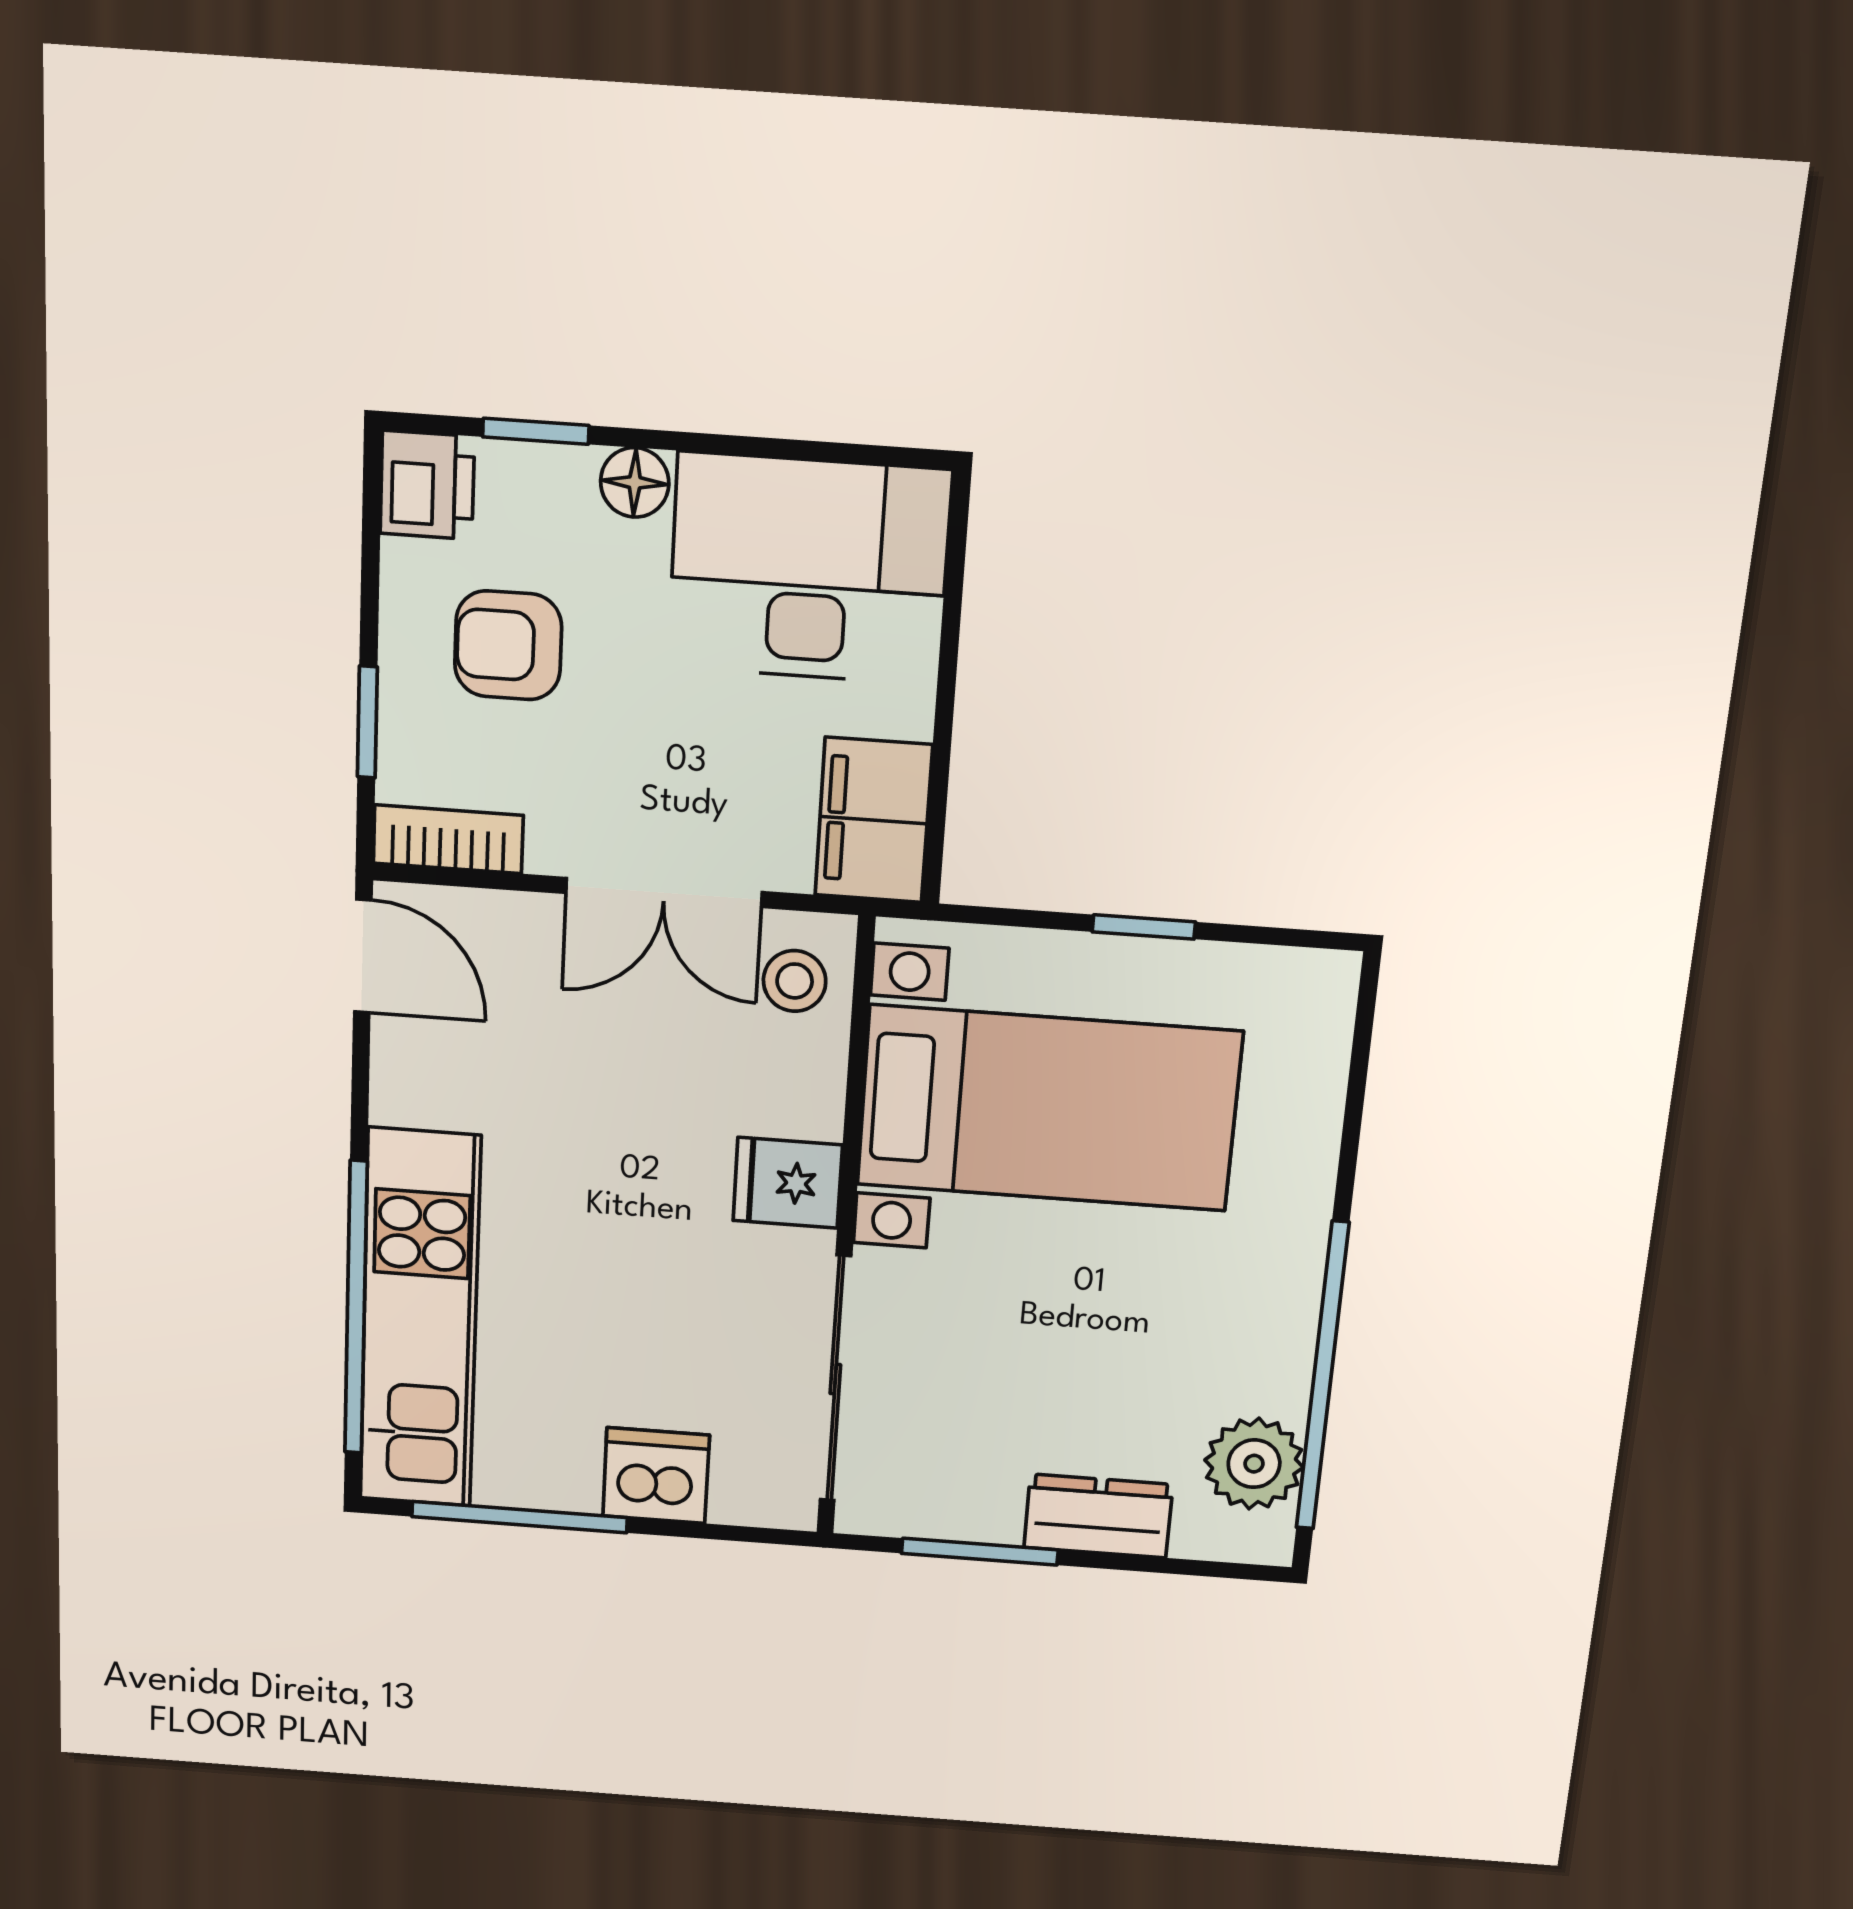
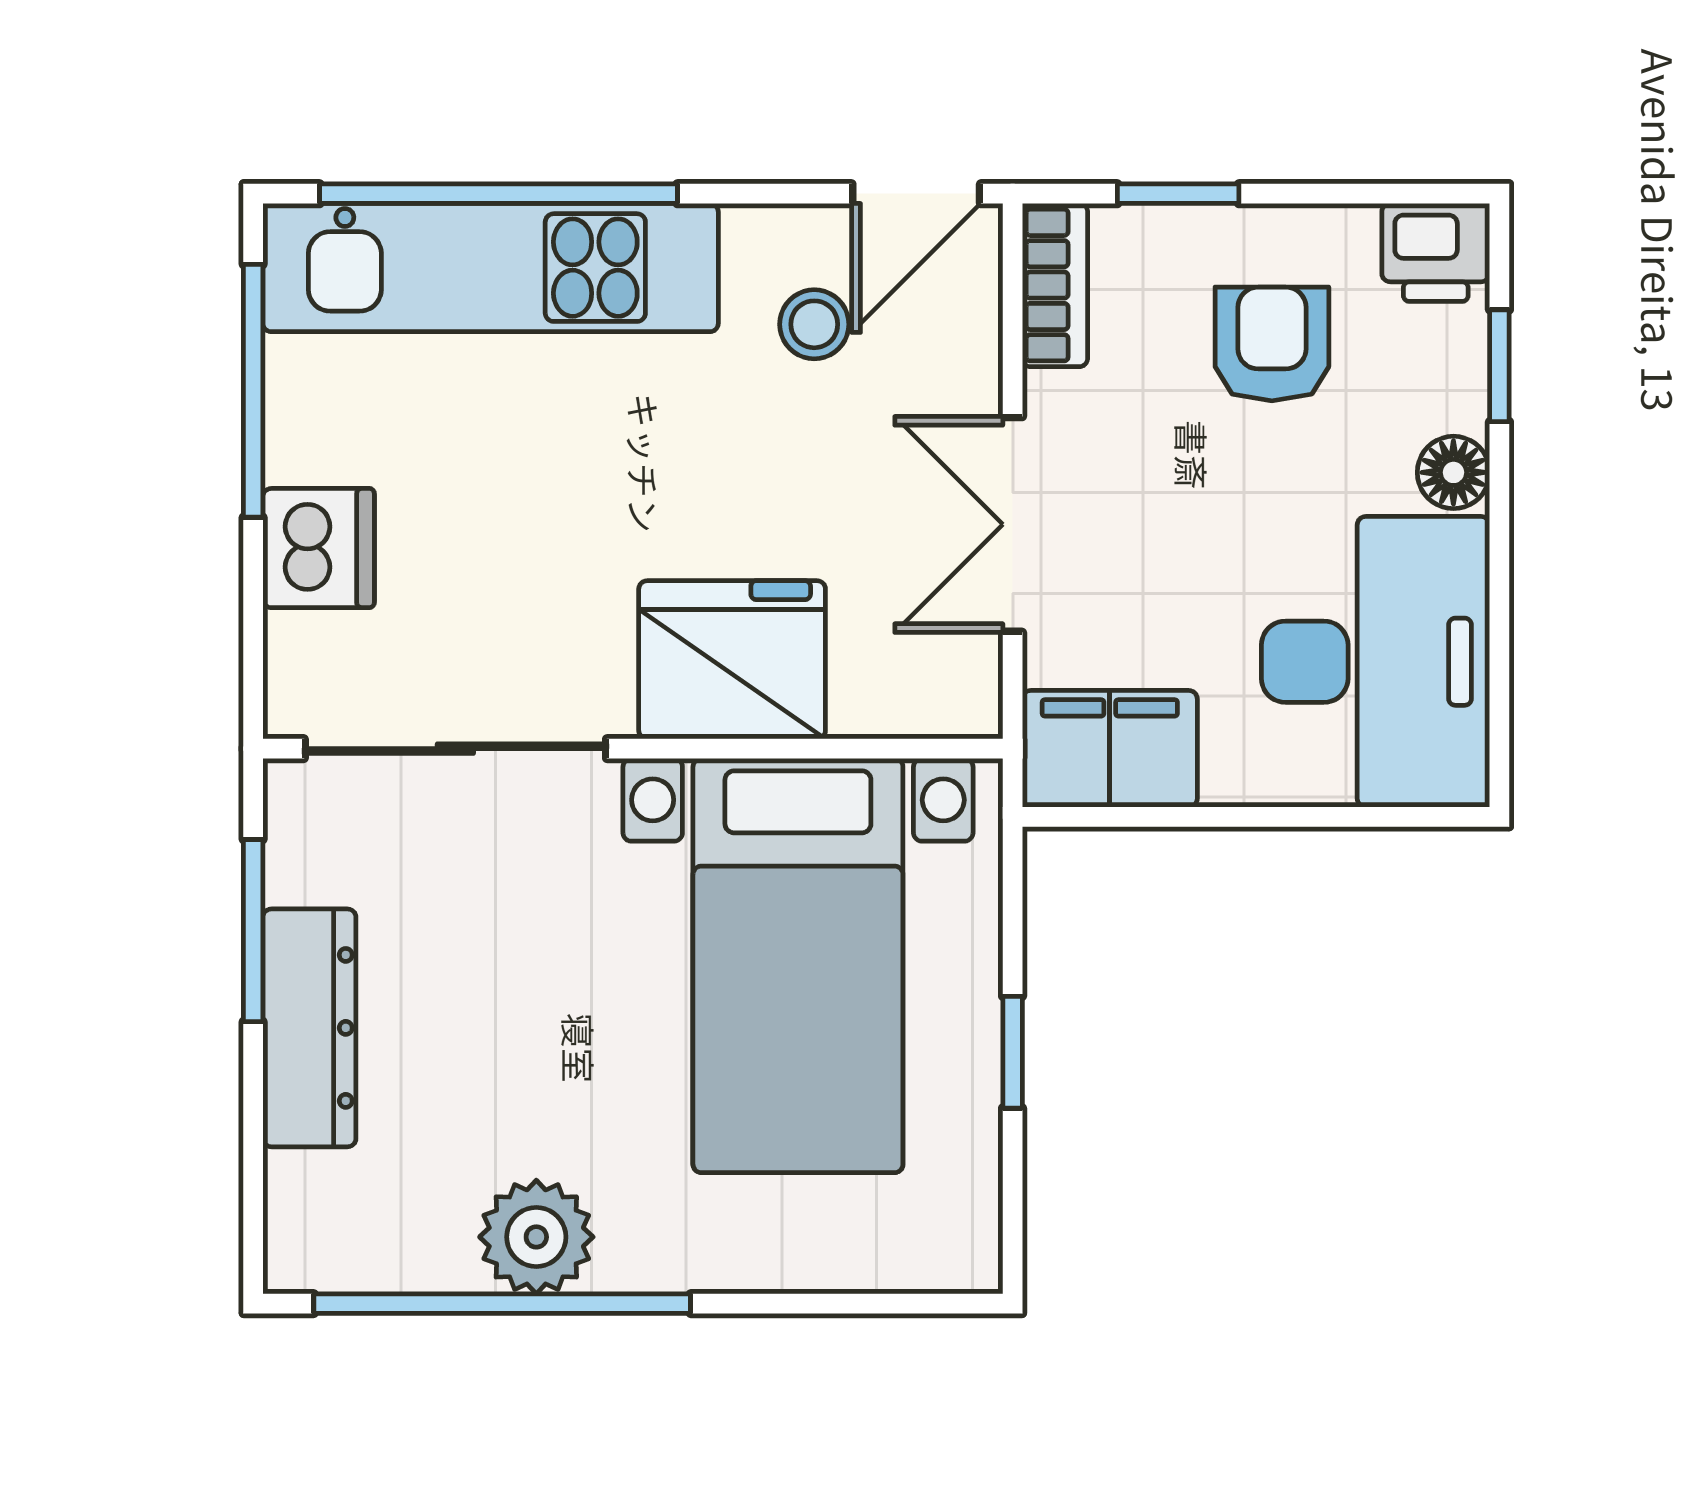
stool: (795, 981) -> (814, 324), moved
fridge: (788, 1183) -> (732, 660), width x1.88, depth x1.34
plant: (1254, 1464) -> (536, 1237), moved
dresser: (1098, 1516) -> (309, 1028), width x1.44

